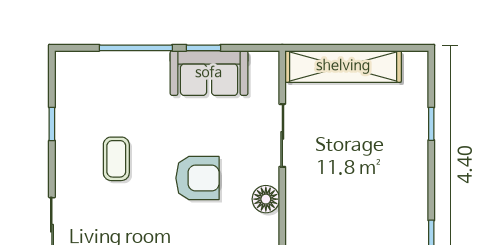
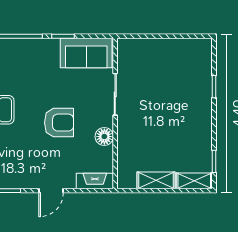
shelving: (343, 66) -> (156, 49), removed
sofa: (209, 73) -> (86, 53), moved

